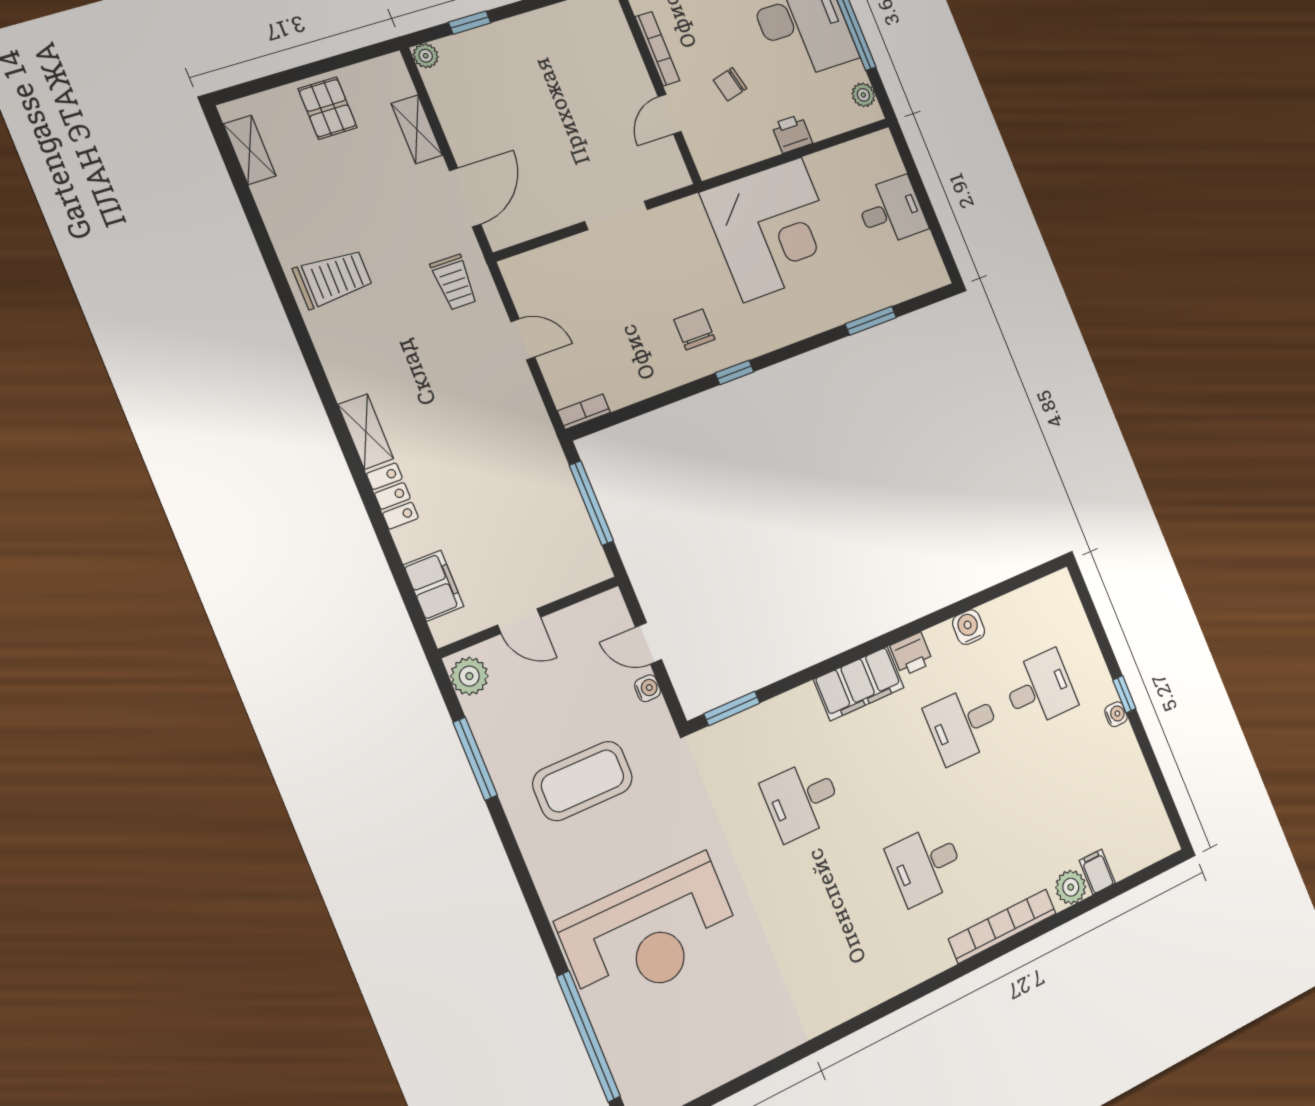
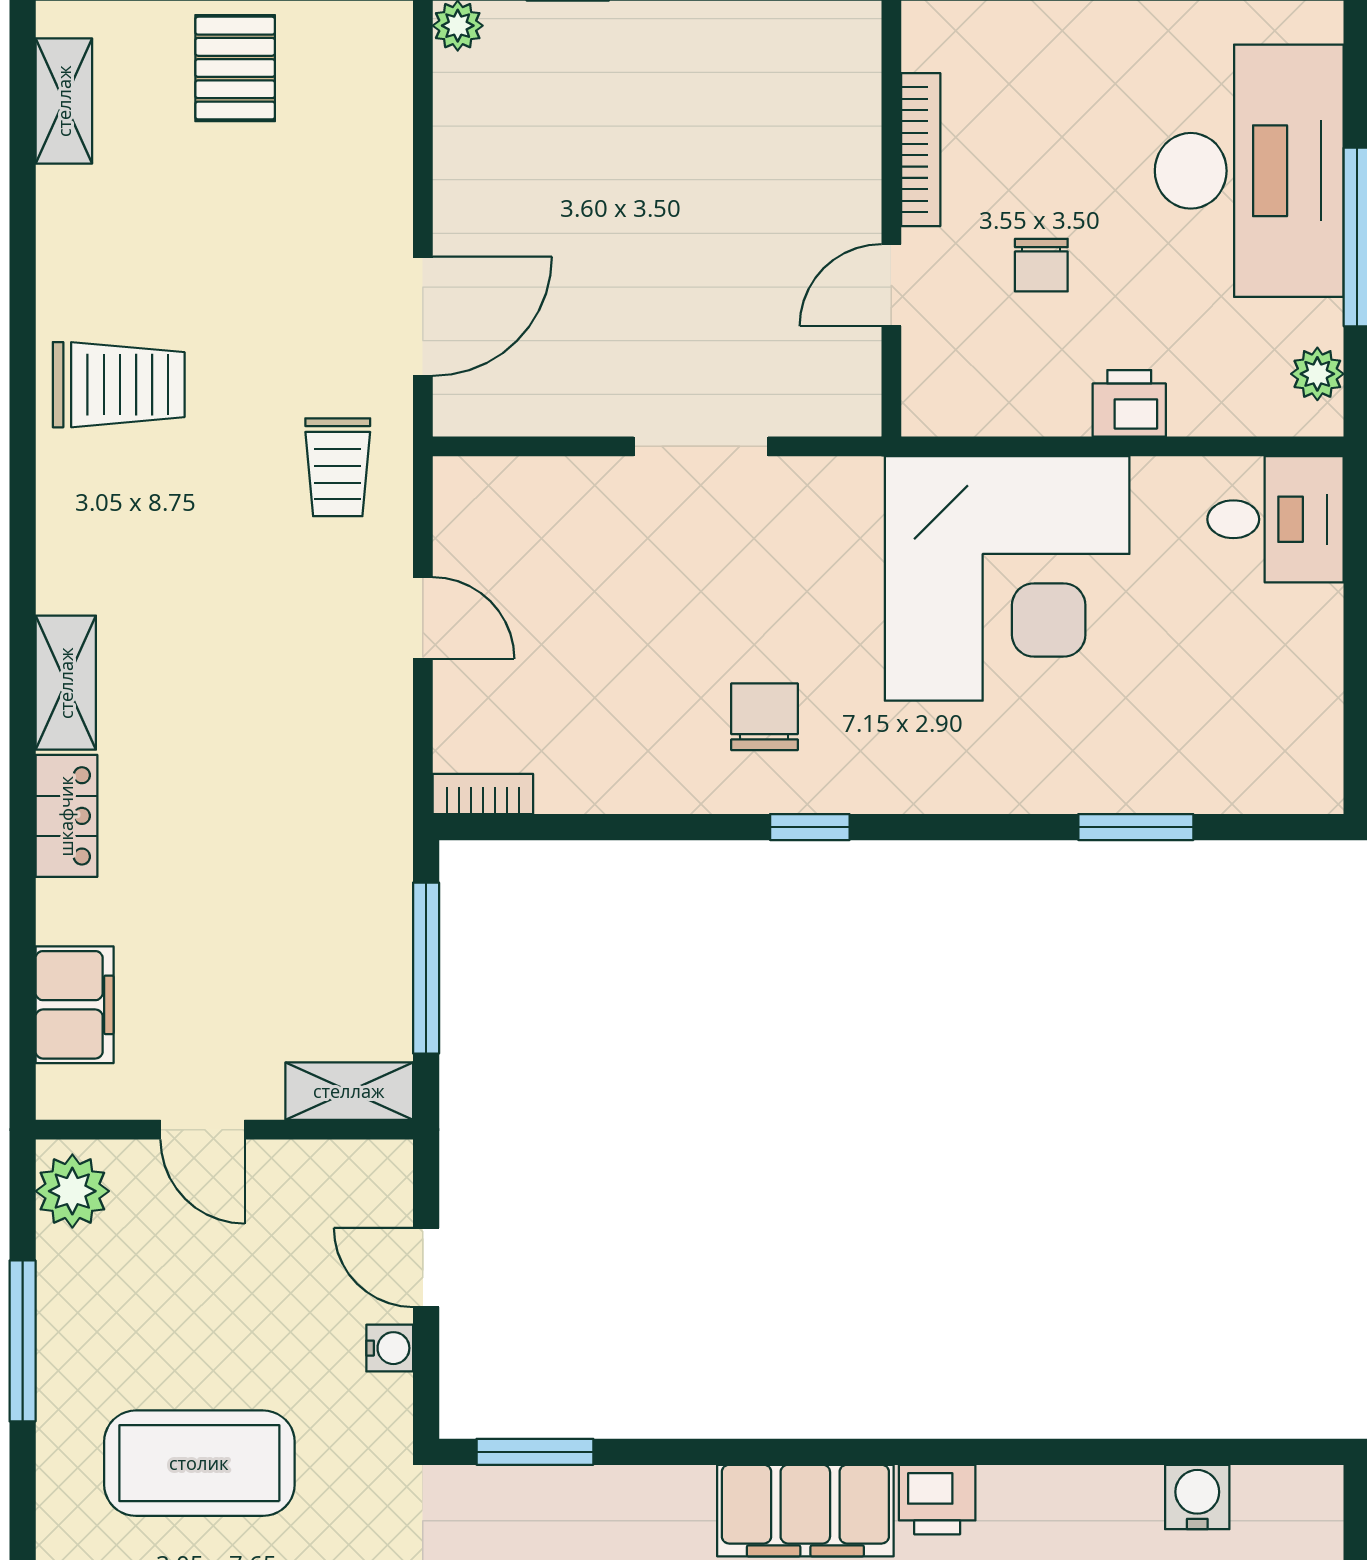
chair: (730, 84) -> (1041, 265), turned -76
shelving: (417, 129) -> (349, 1091), moved, turned 90
desk: (891, 211) -> (1276, 519), moved
water cooler: (969, 627) -> (1197, 1497), moved

